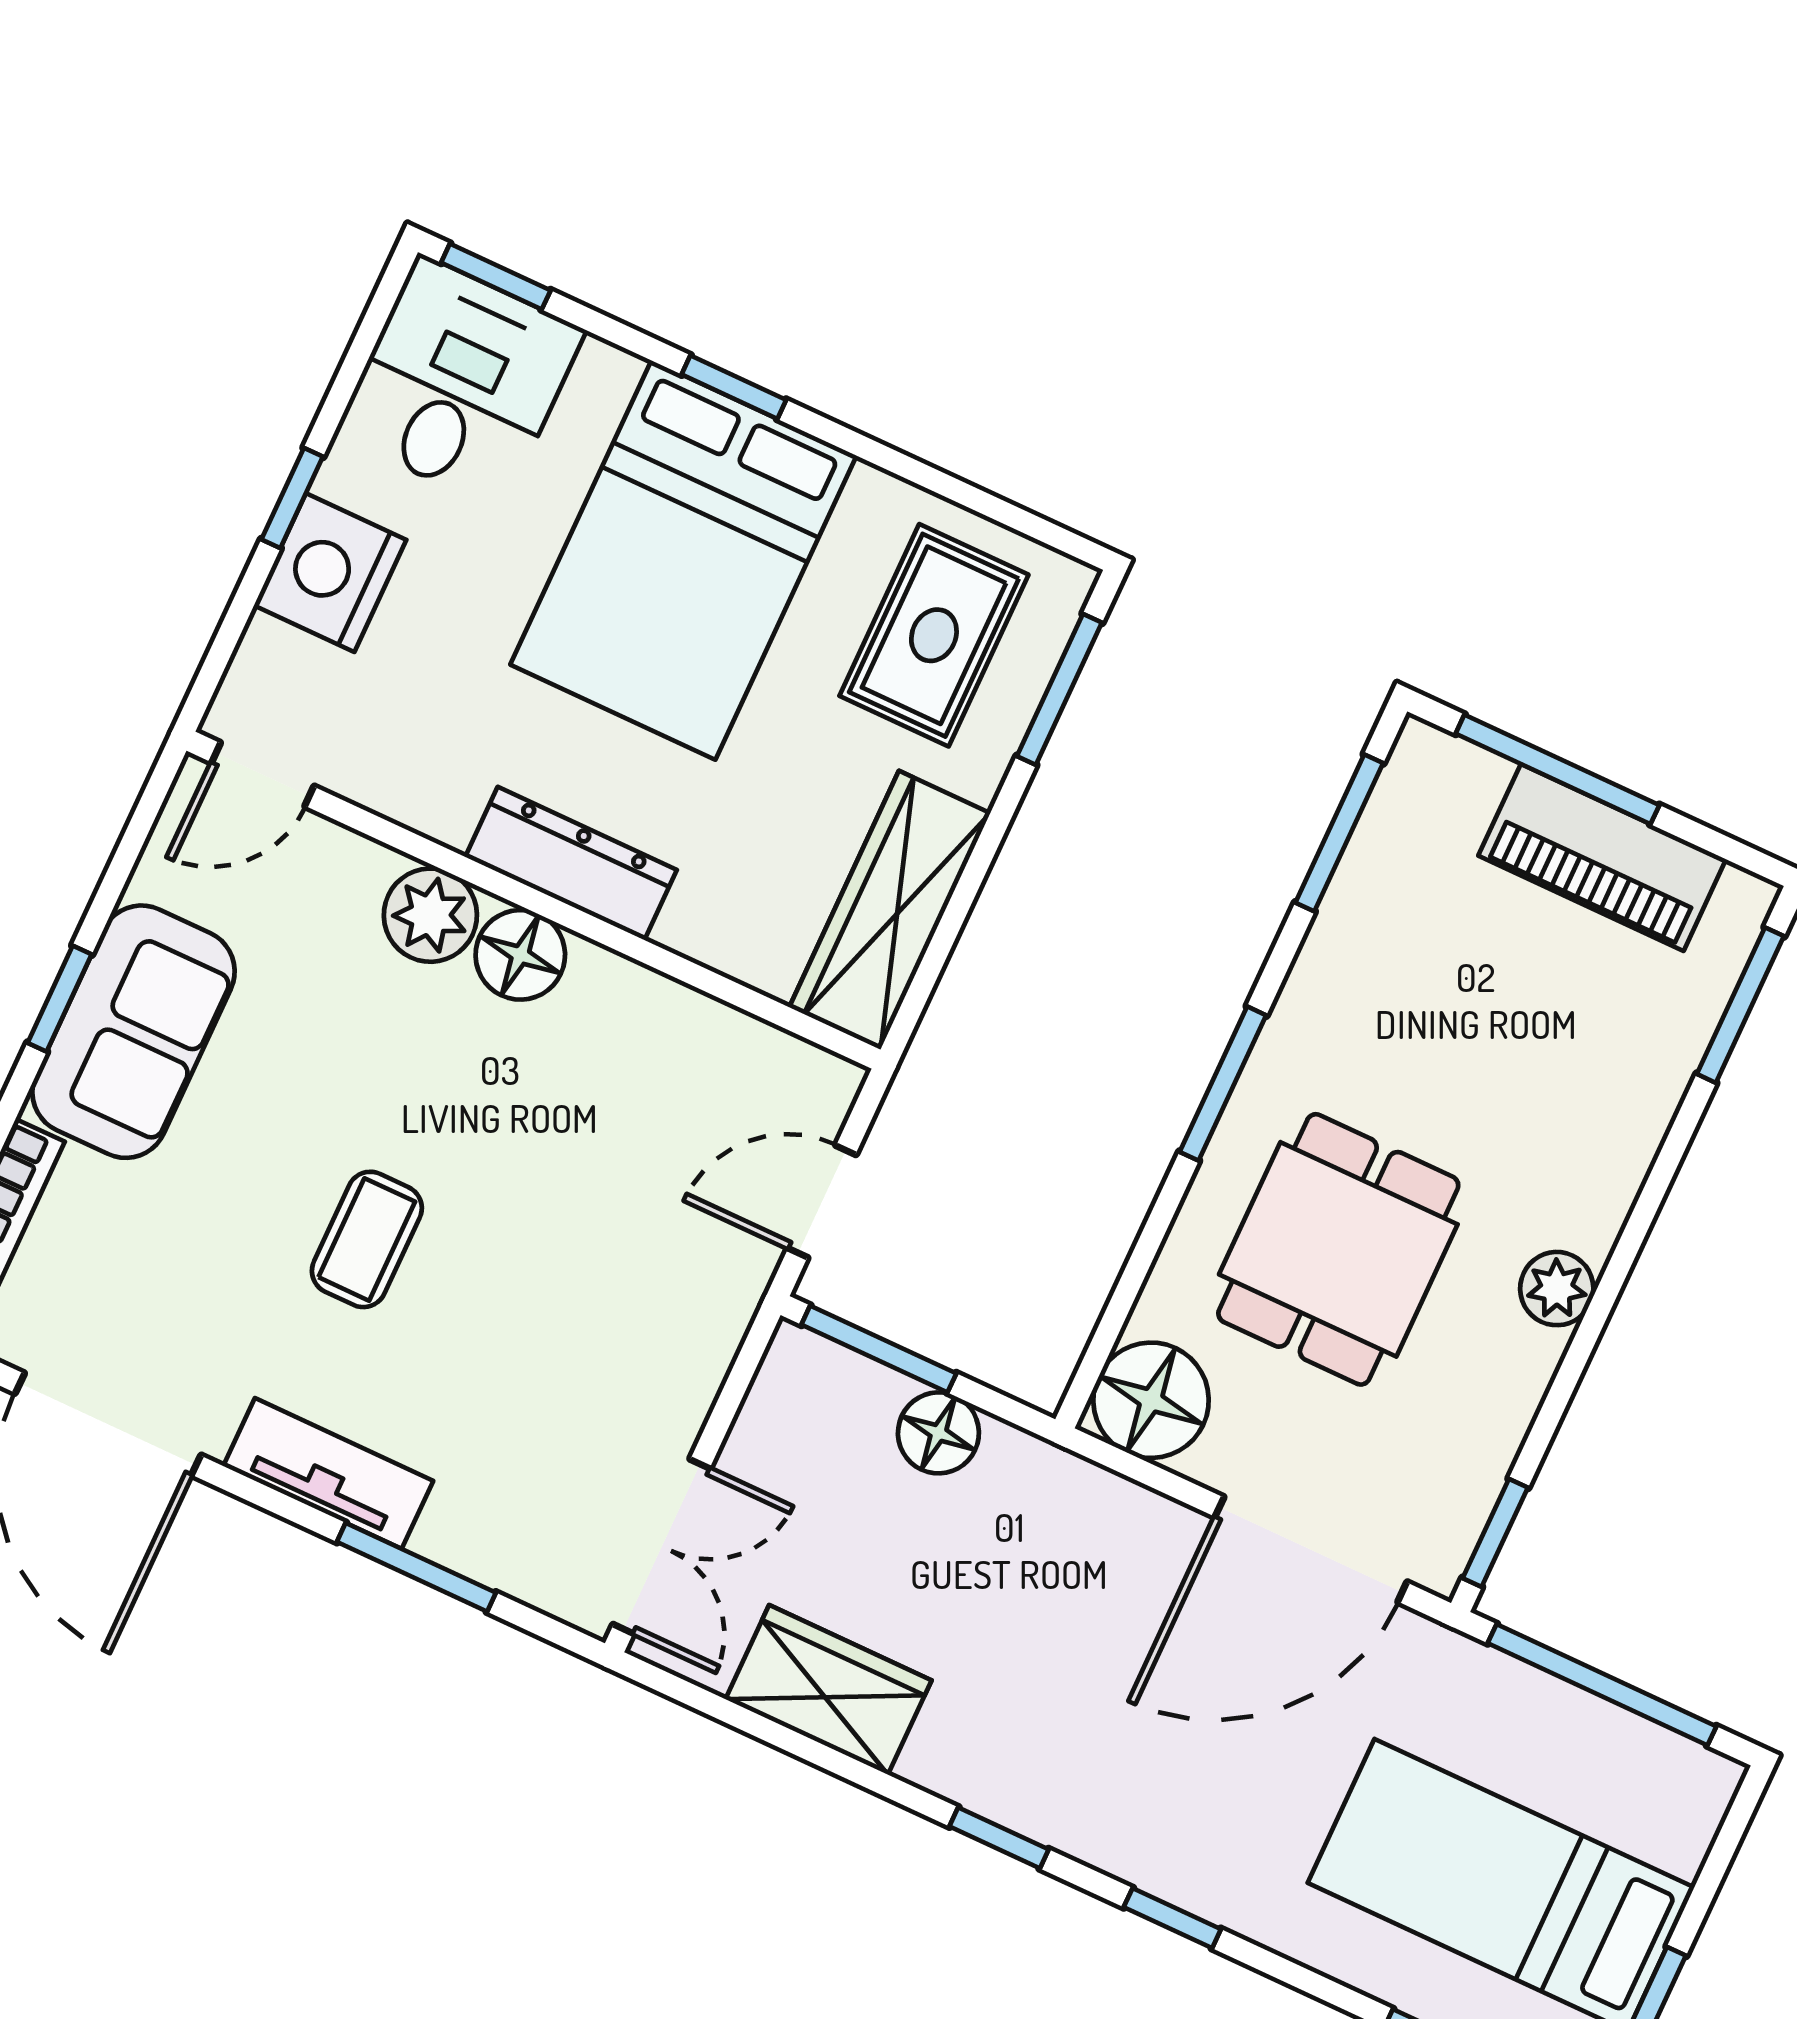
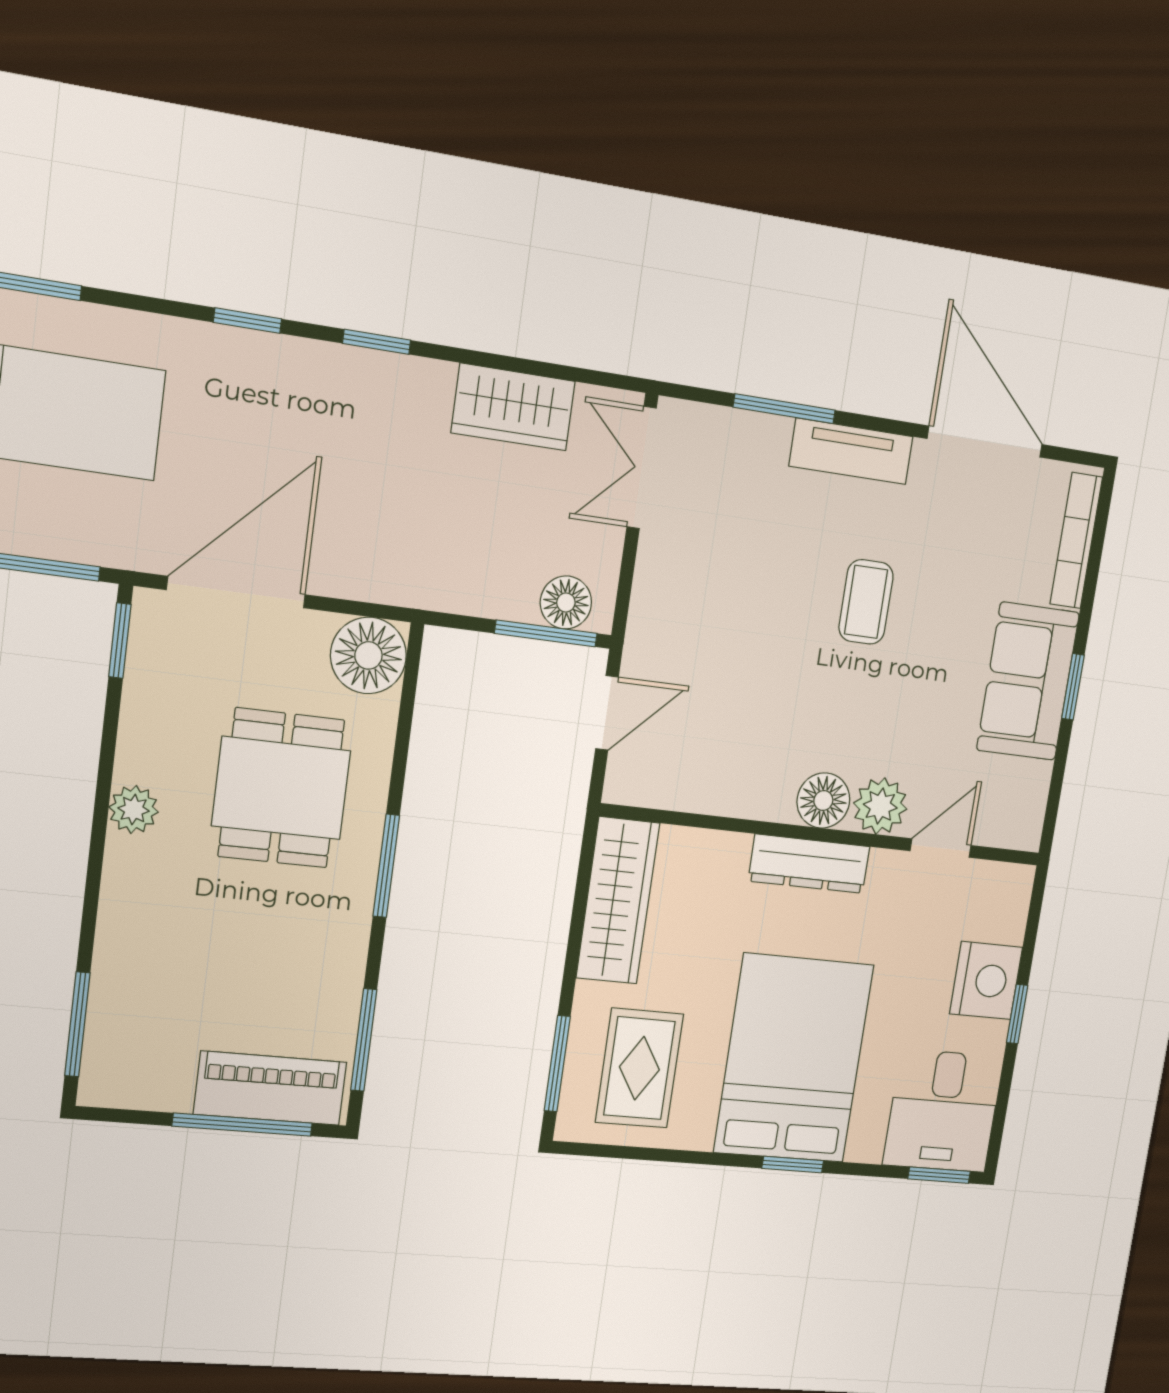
door: (263, 774) -> (941, 848), moved
piano: (1602, 857) -> (270, 1088), moved
floor lamp: (938, 1433) -> (566, 602), moved

